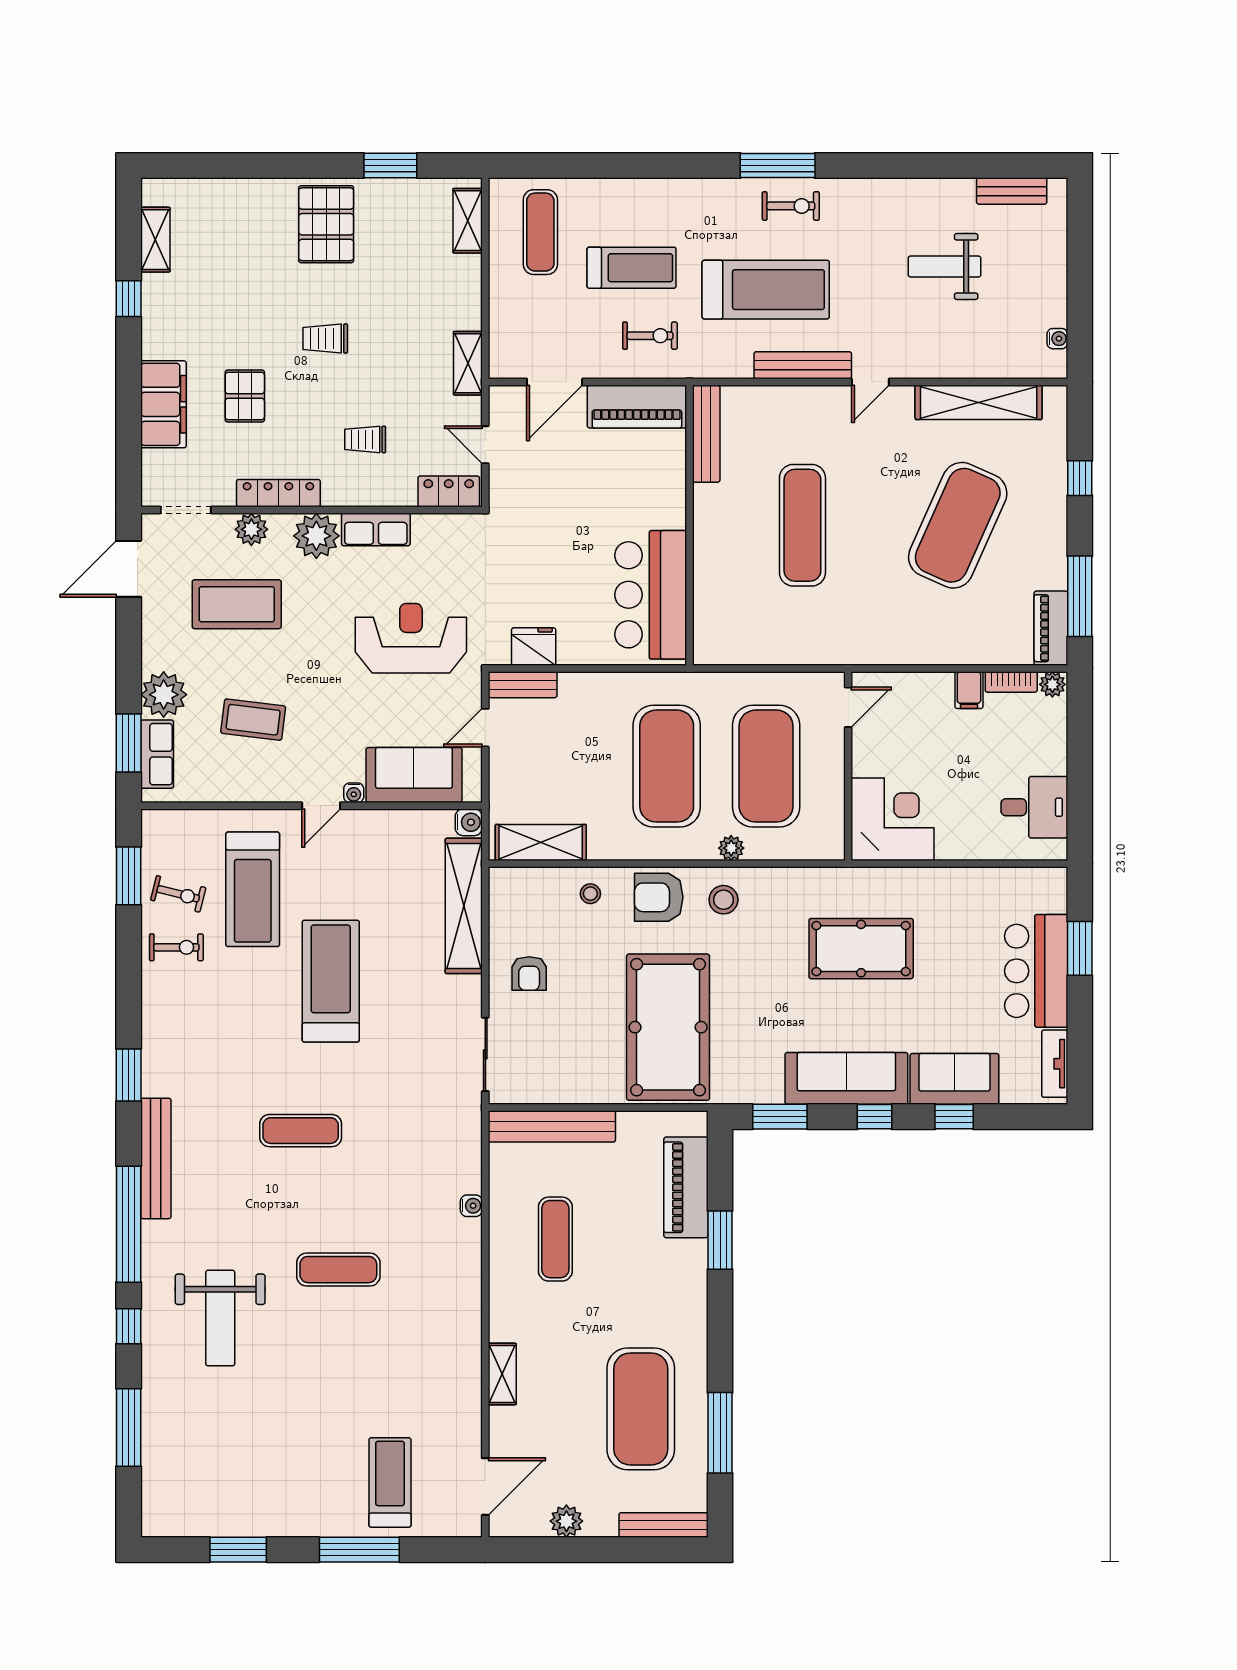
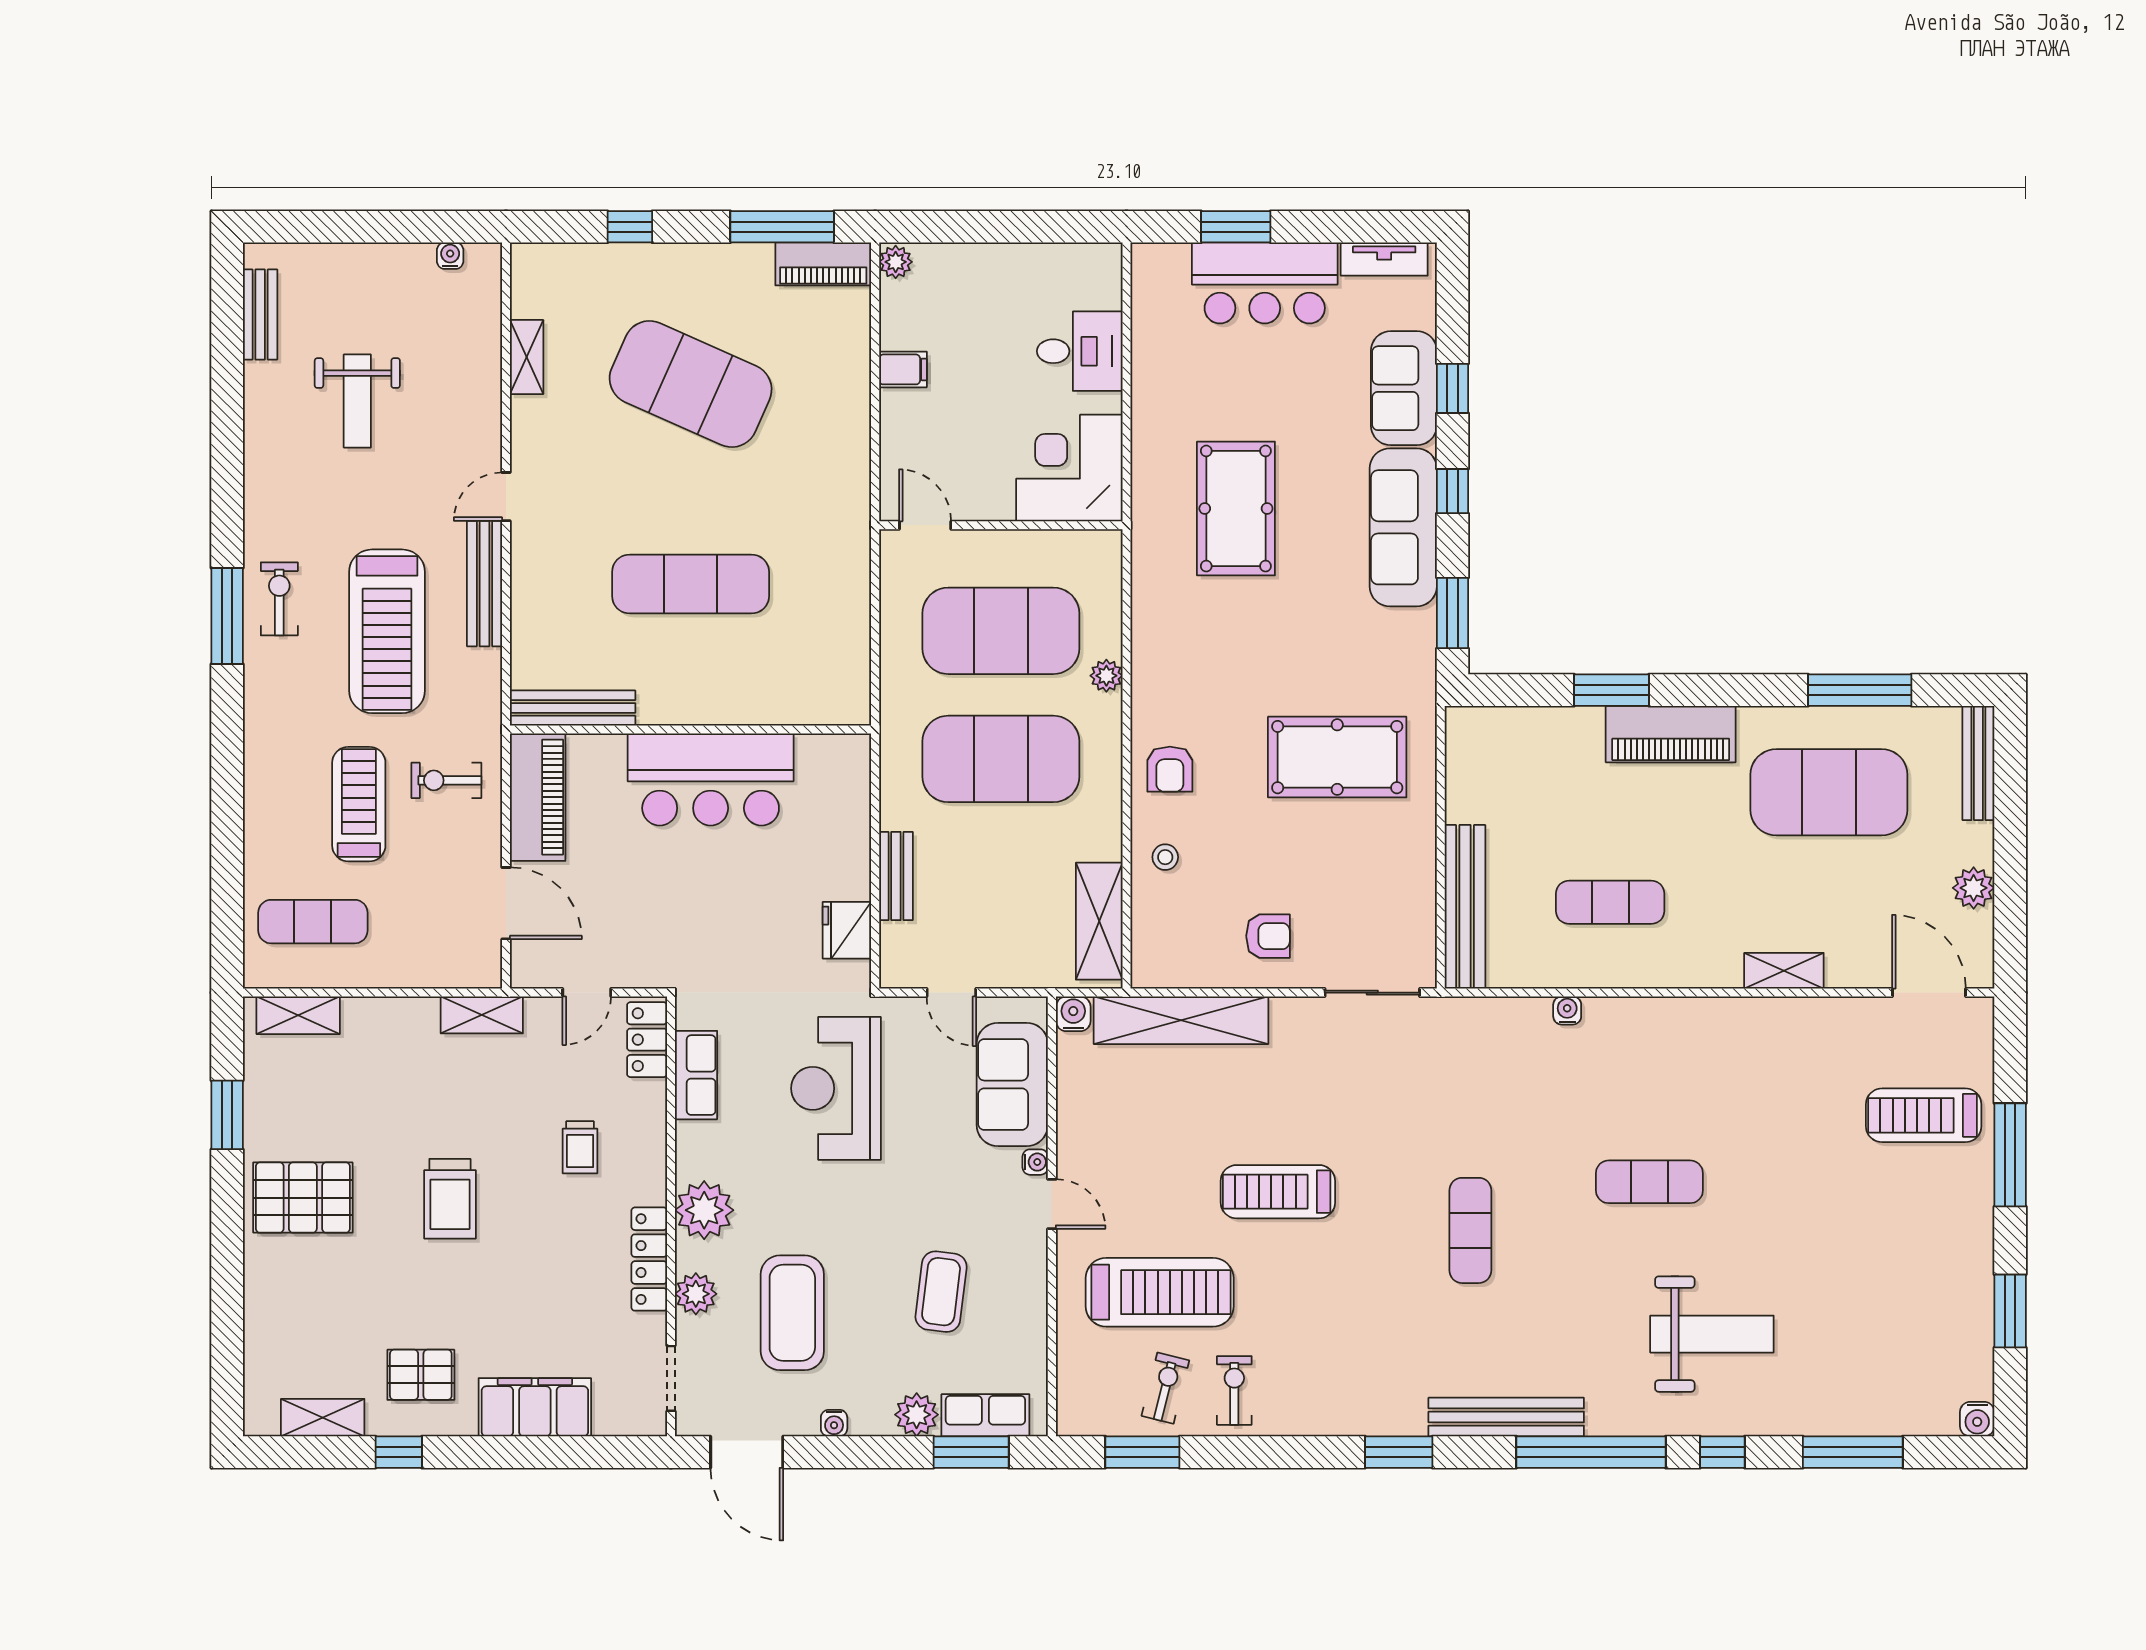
treadmill: (766, 290) -> (387, 631), turned 180
exercise bike: (650, 336) -> (446, 780), turned -90
trolley: (325, 338) -> (450, 1199), width x1.36, depth x1.39
door: (870, 382) -> (506, 497), swing flipped
pallet: (245, 396) -> (421, 1375), moved
shelving: (979, 402) -> (527, 357), width x0.45, depth x0.75
row of seats: (376, 529) -> (696, 1075), moved
bar counter: (651, 595) -> (711, 779), moved
water cooler: (151, 637) -> (834, 1423), added
bookcase: (1011, 682) -> (892, 315), removed
bench: (523, 685) -> (896, 876), moved
plant: (164, 695) -> (917, 1415), width x0.73, depth x0.73
desk: (1034, 807) -> (1080, 351), moved, turned 90
armchair: (659, 897) -> (1170, 769), width x0.72, depth x0.72
stool: (723, 900) -> (1173, 686), removed
treadmill: (331, 981) -> (1278, 1192), width x0.73, depth x0.73
pool table: (668, 1027) -> (1337, 757), width x0.73, depth x0.76
piano: (686, 1187) -> (1671, 734), moved
exercise mat: (338, 1270) -> (1649, 1182), turned 90
water cooler: (154, 1524) -> (1977, 1419), added

